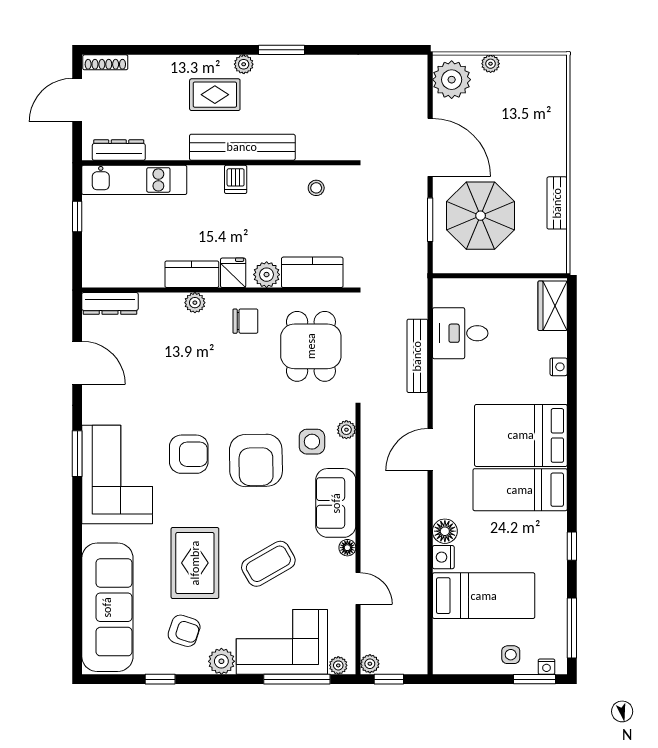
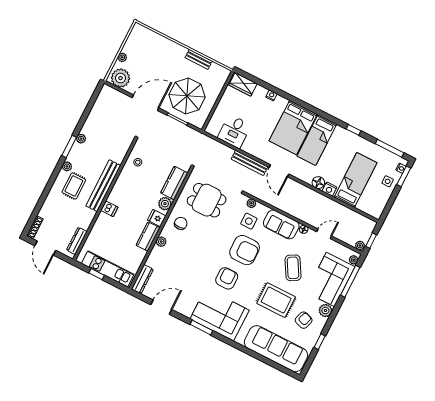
plant: (306, 64) -> (81, 139), added
dishwasher: (236, 179) -> (109, 209), moved
kitchen unit: (134, 180) -> (108, 269), moved, turned -90
bench: (417, 356) -> (250, 163), moved

